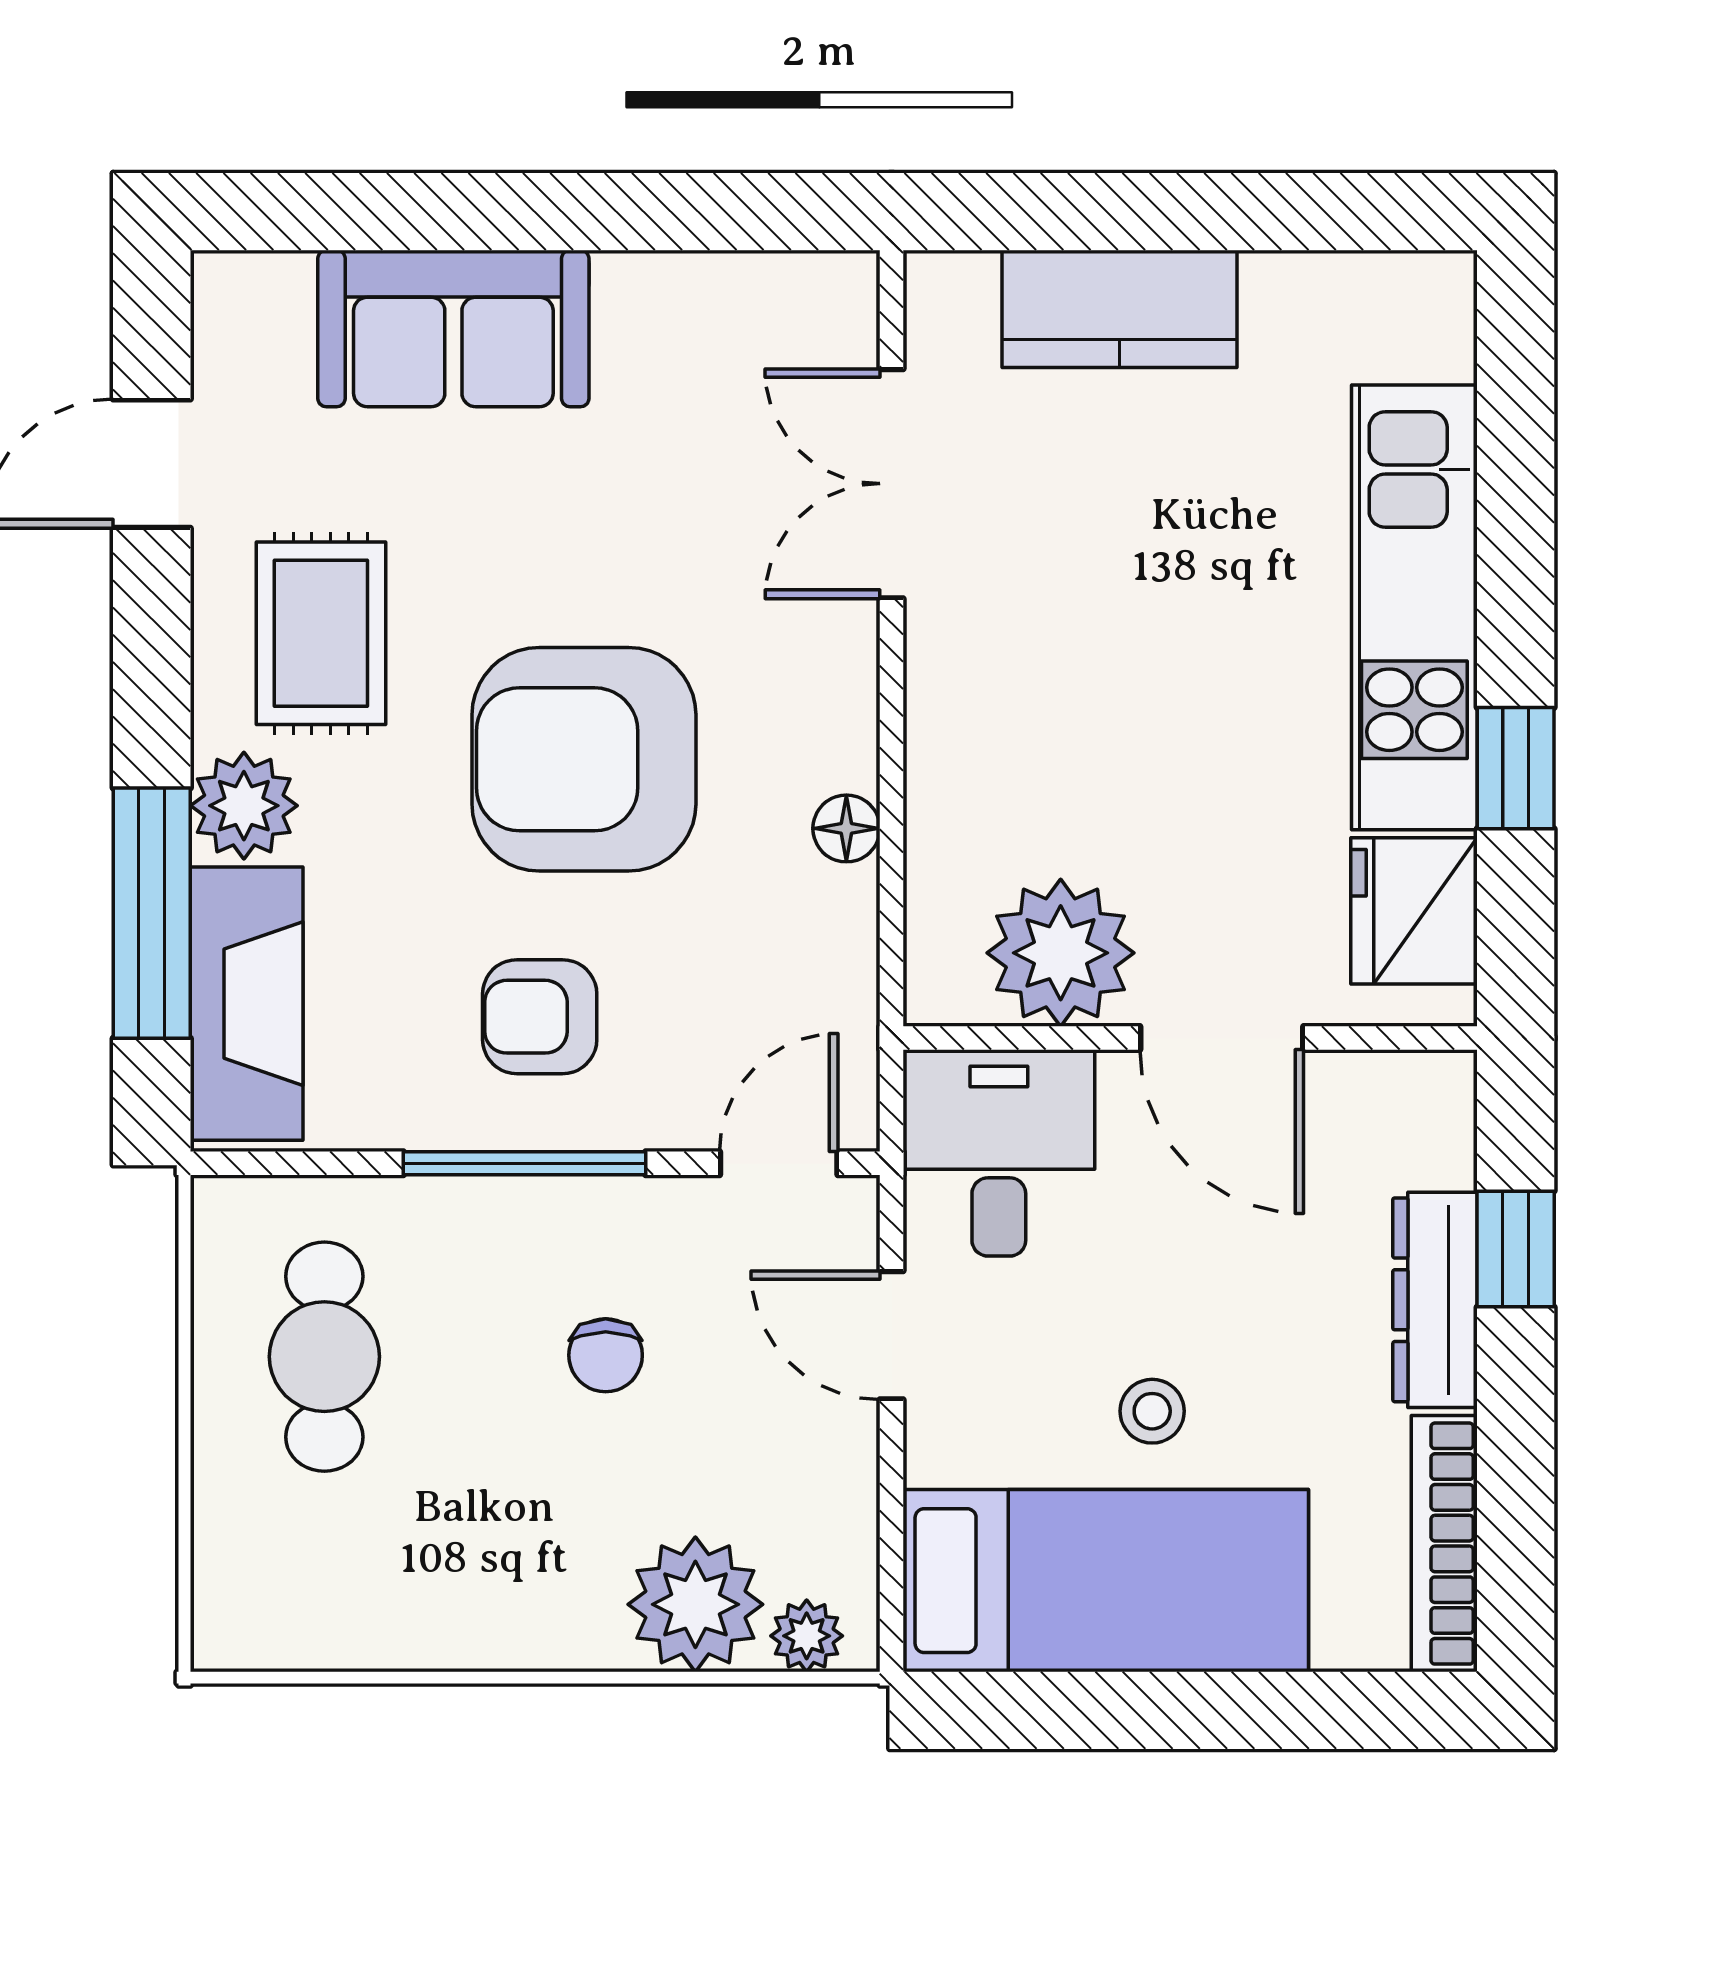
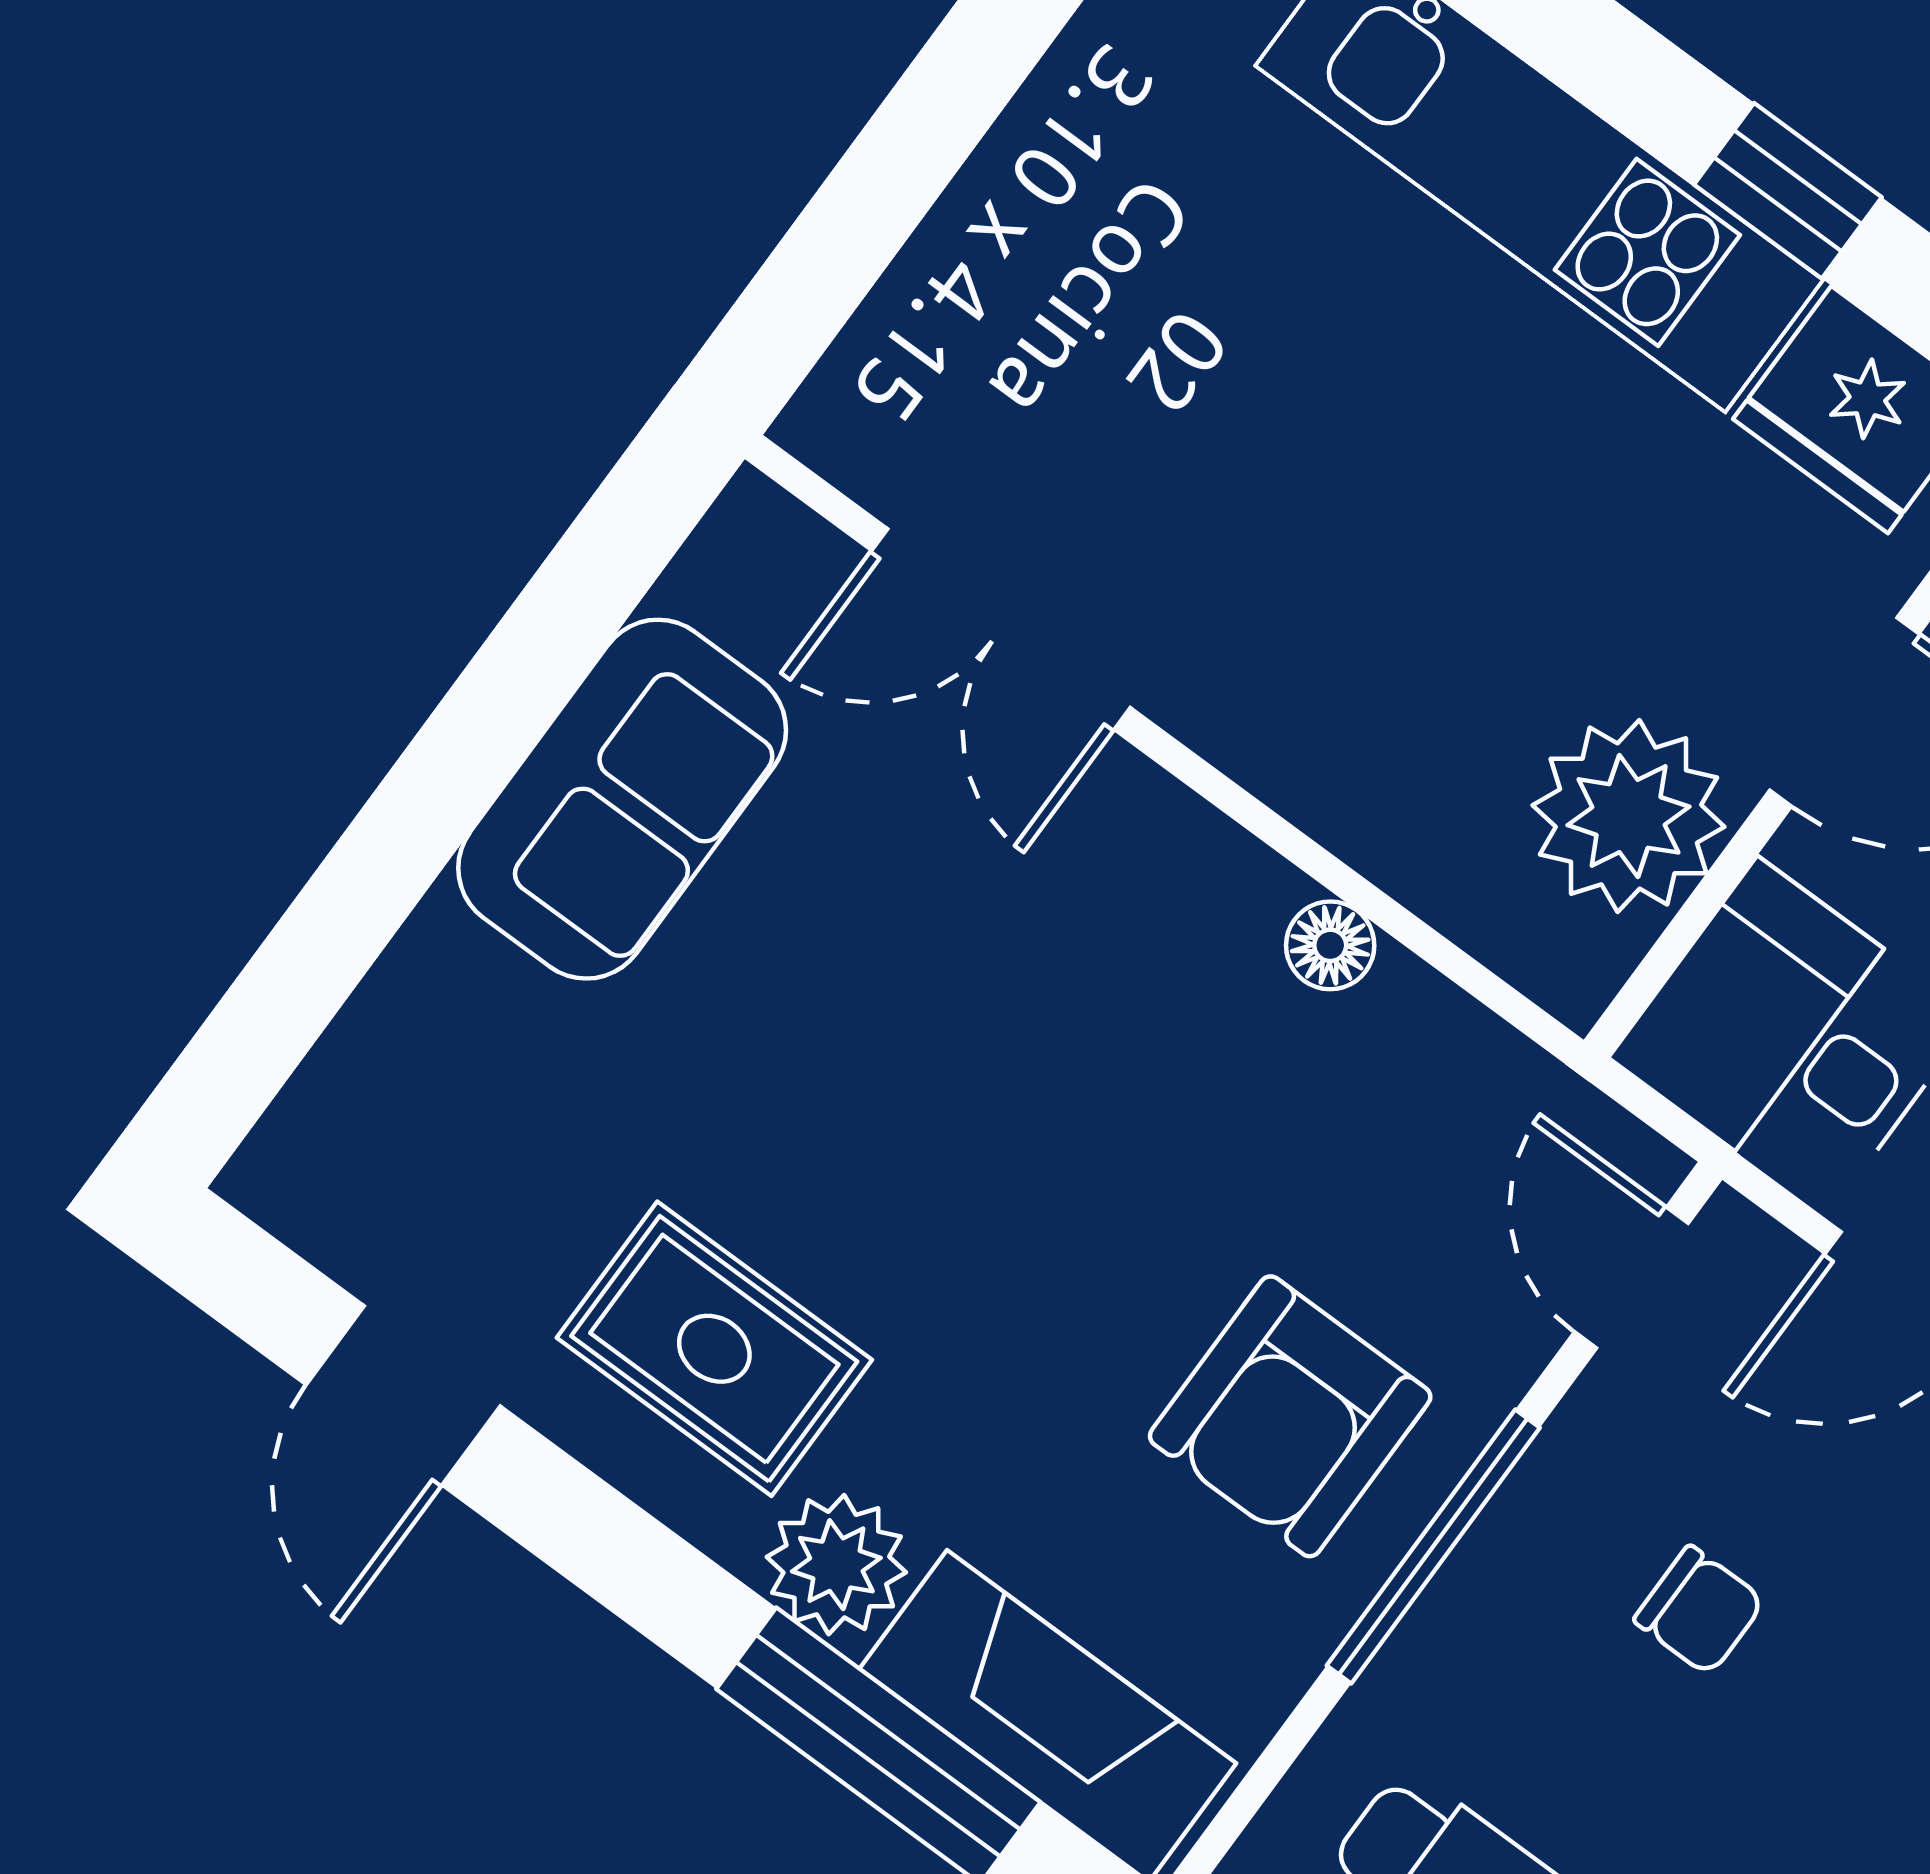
kitchen counter: (1119, 309) -> (994, 252), removed
sofa: (453, 328) -> (622, 799), moved
armchair: (584, 759) -> (1053, 1169), removed
armchair: (540, 1017) -> (1290, 1416), width x1.38, depth x1.38

